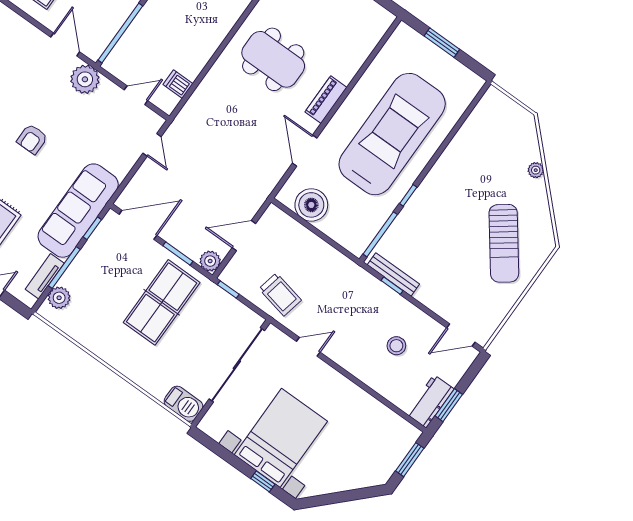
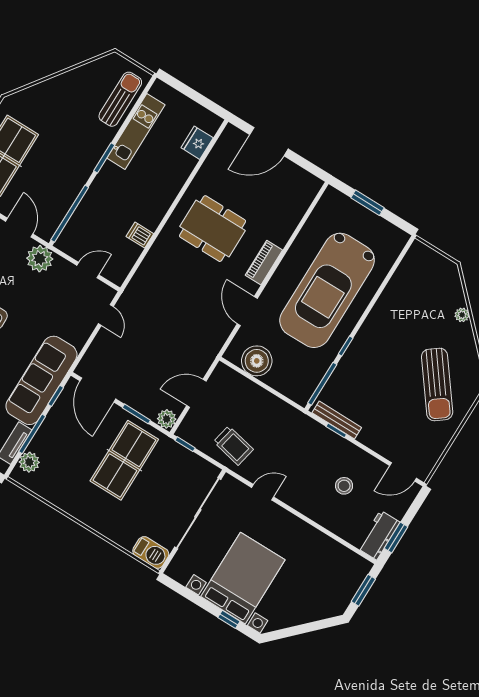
dishwasher: (178, 84) -> (140, 235), moved
car: (392, 134) -> (327, 290), turned 180
door: (138, 225) -> (98, 390), swing flipped

